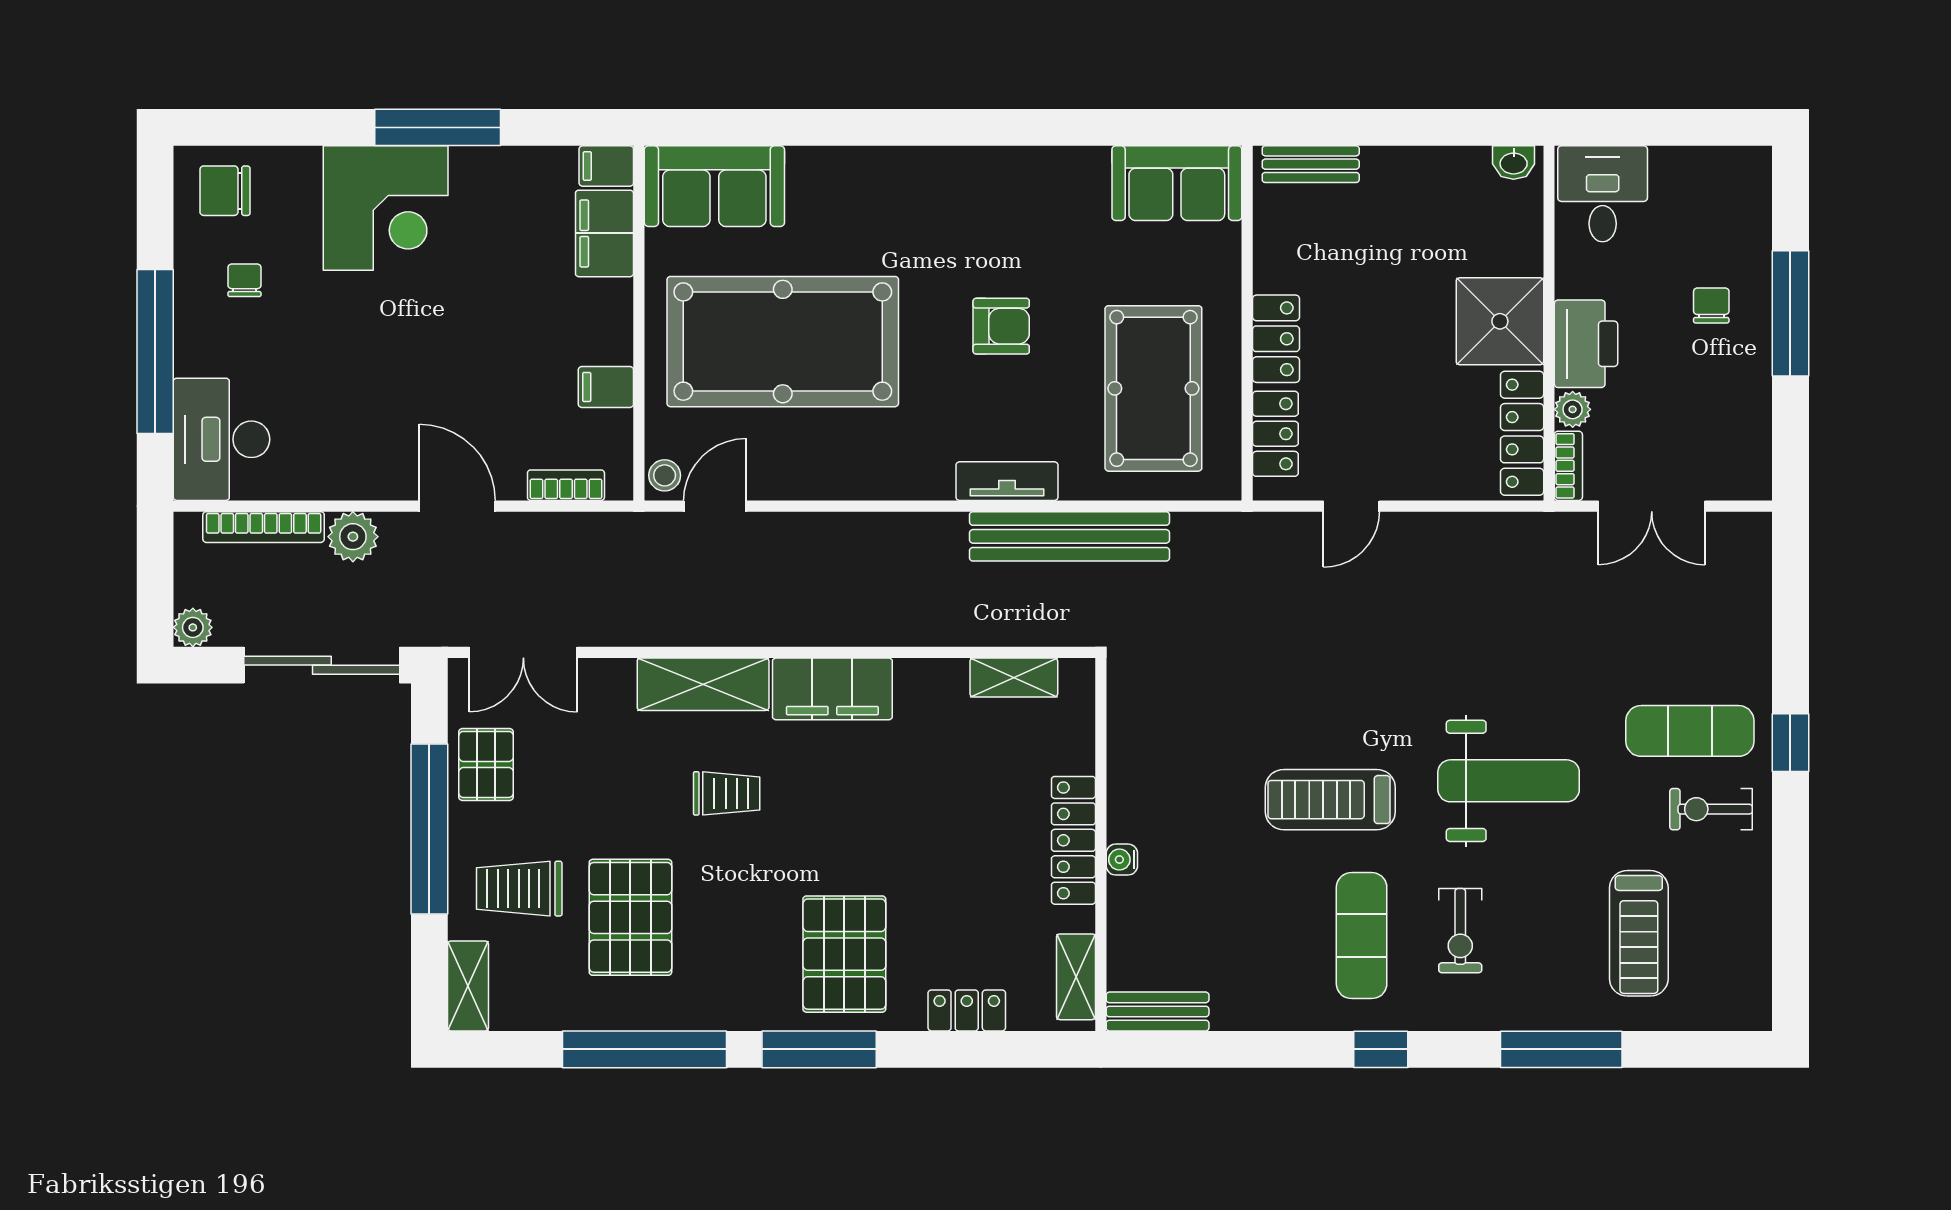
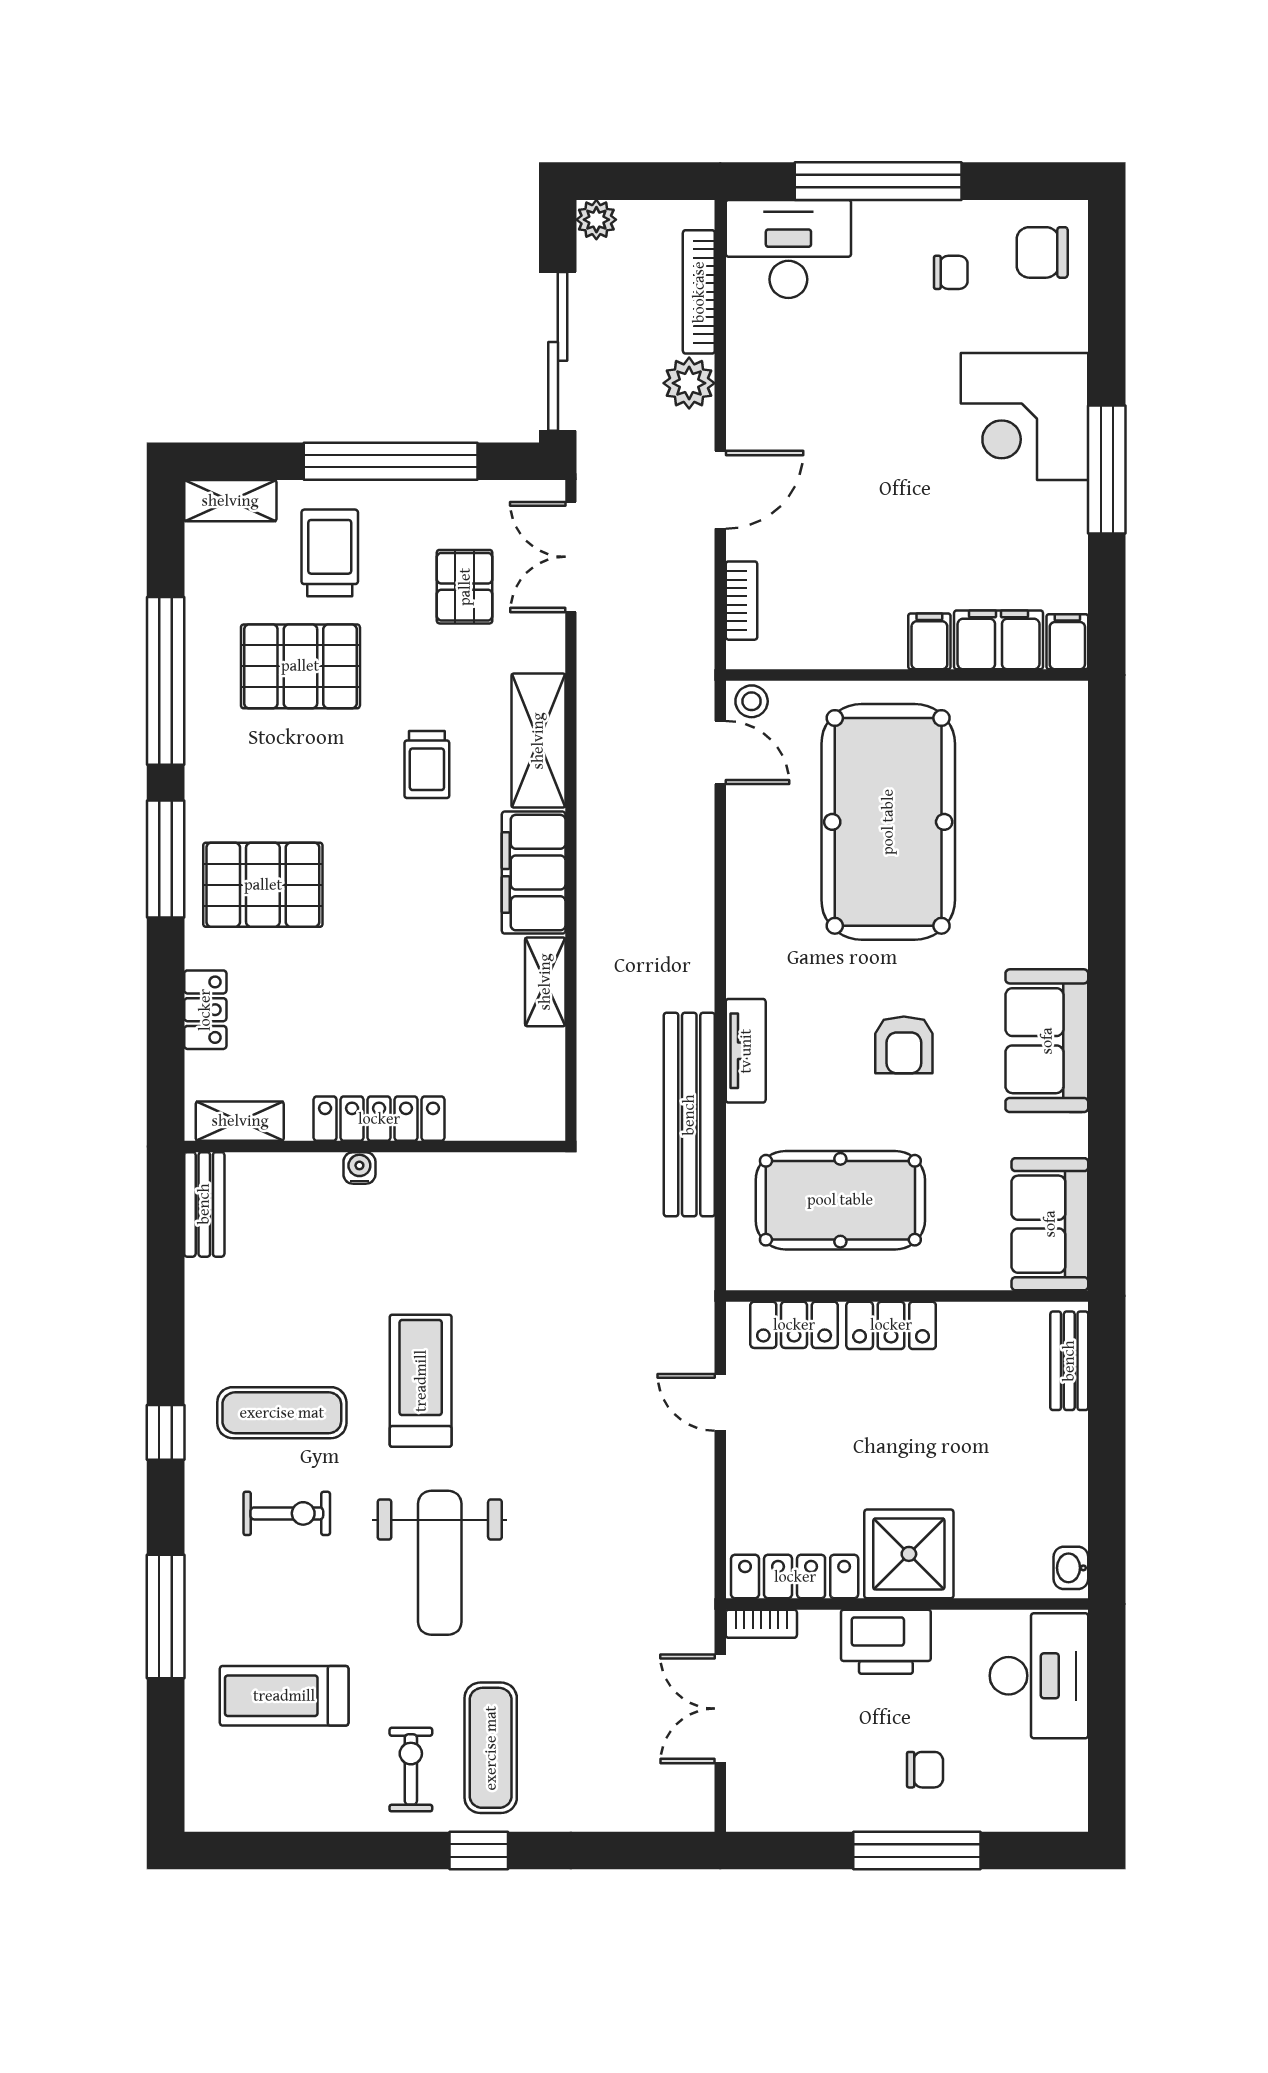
sofa: (714, 186) -> (1047, 1041), moved
chair: (225, 191) -> (1042, 252), turned -90
desk: (1603, 194) -> (1039, 1676), width x1.37
filing cabinet: (606, 387) -> (929, 641), moved
plant: (1573, 409) -> (819, 1628), removed
shelving: (1014, 678) -> (545, 982), moved
pallet: (486, 764) -> (465, 587), moved, turned 90
exercise bike: (1460, 931) -> (287, 1513), turned 180

